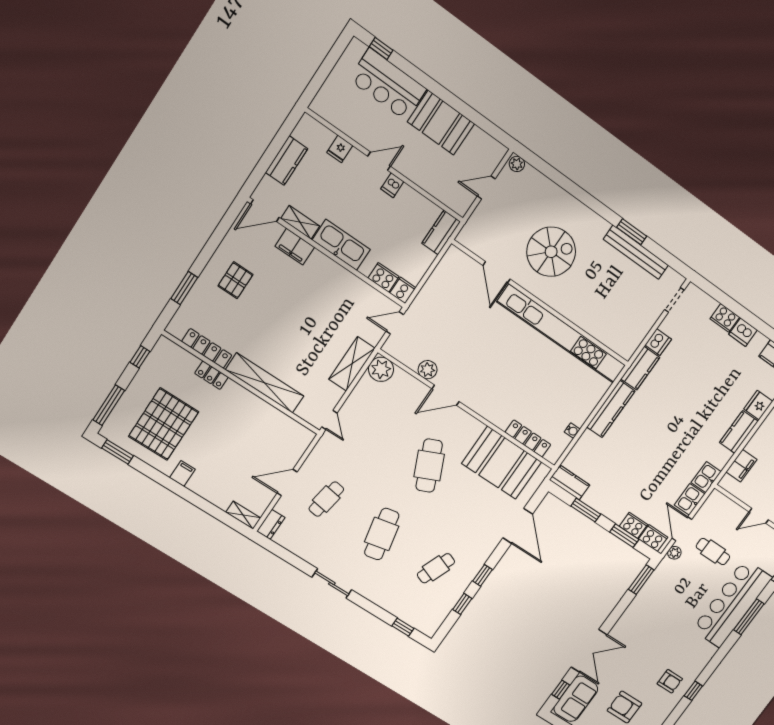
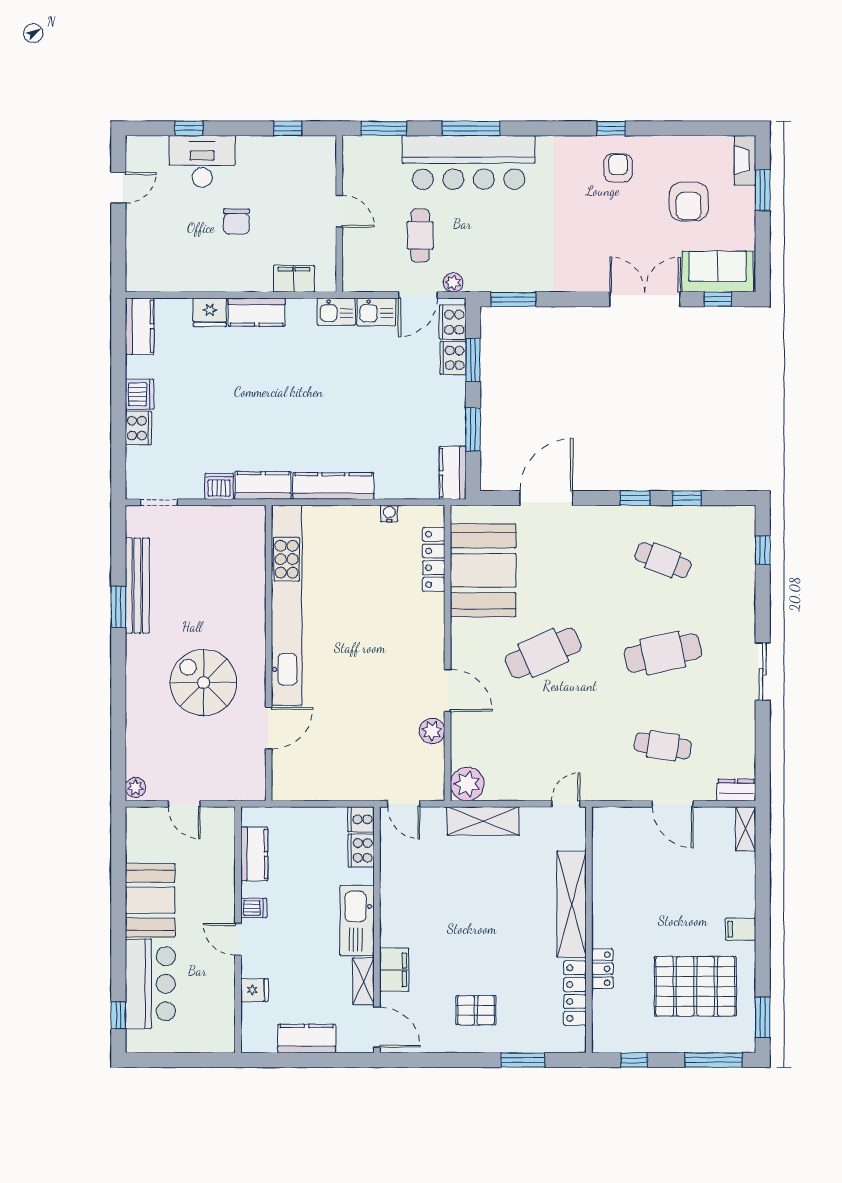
kitchen counter: (441, 233) -> (254, 854), moved, turned -90

